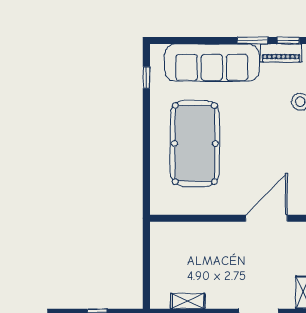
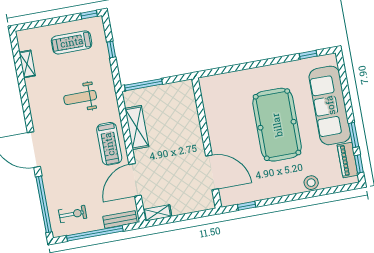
pool table: (195, 143) -> (277, 125), moved, turned 90
window: (146, 281) -> (143, 85), added
shelving: (188, 301) -> (137, 127), width x1.50, depth x1.33

